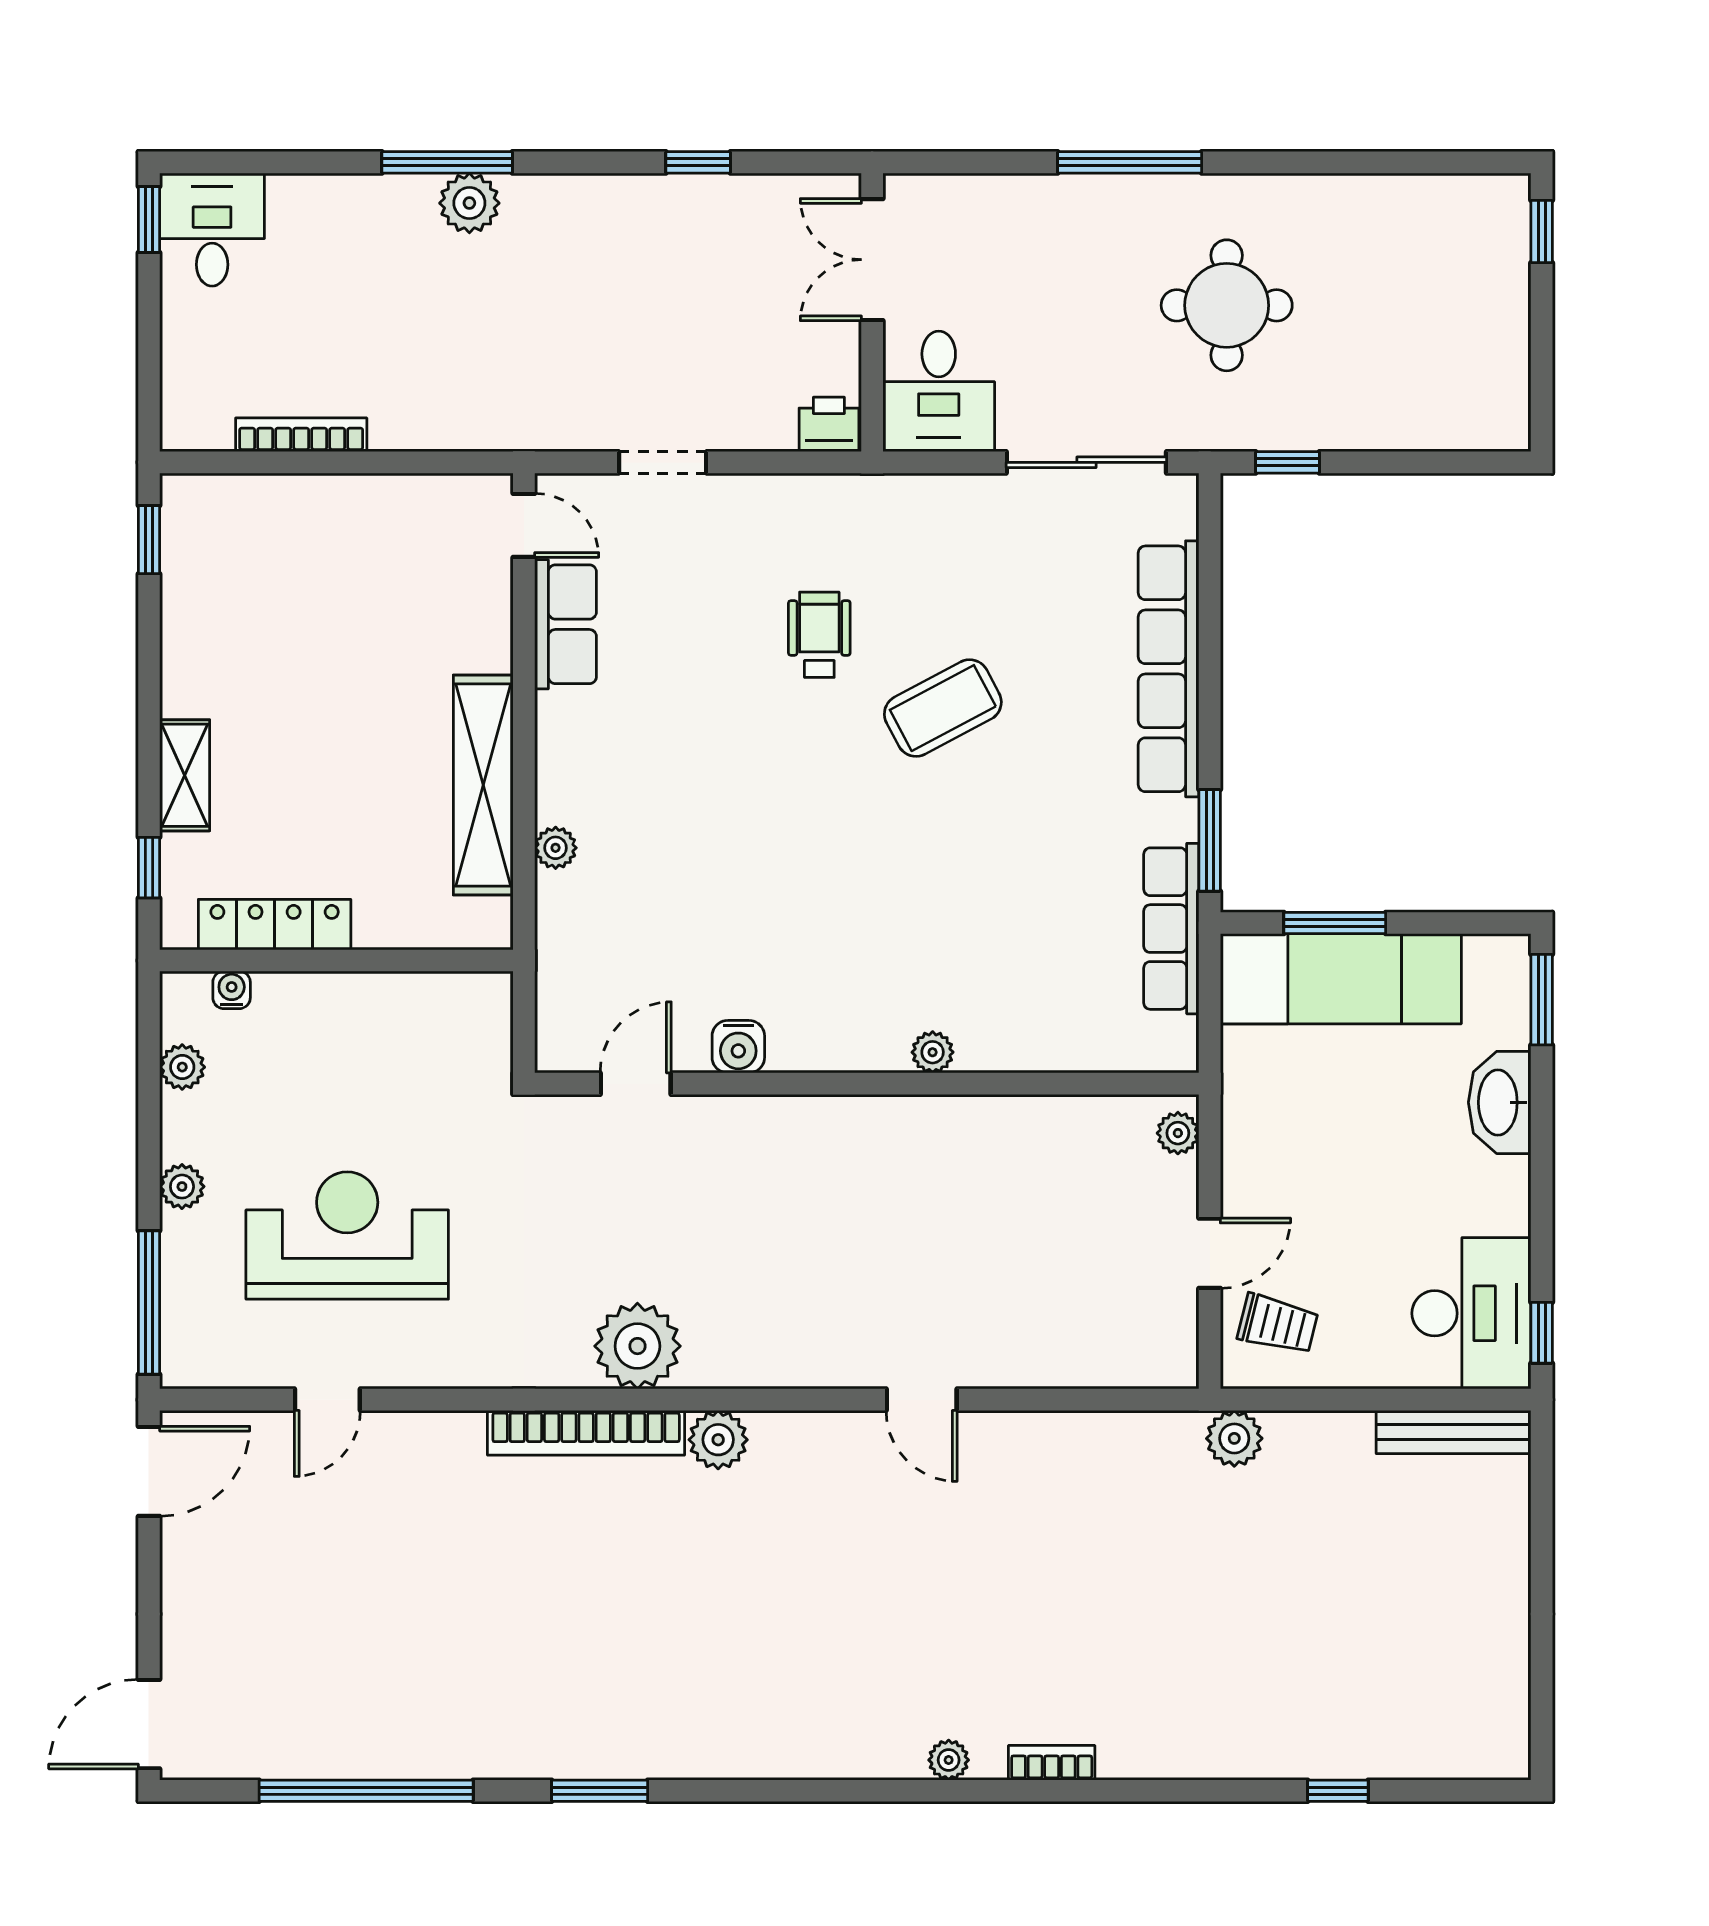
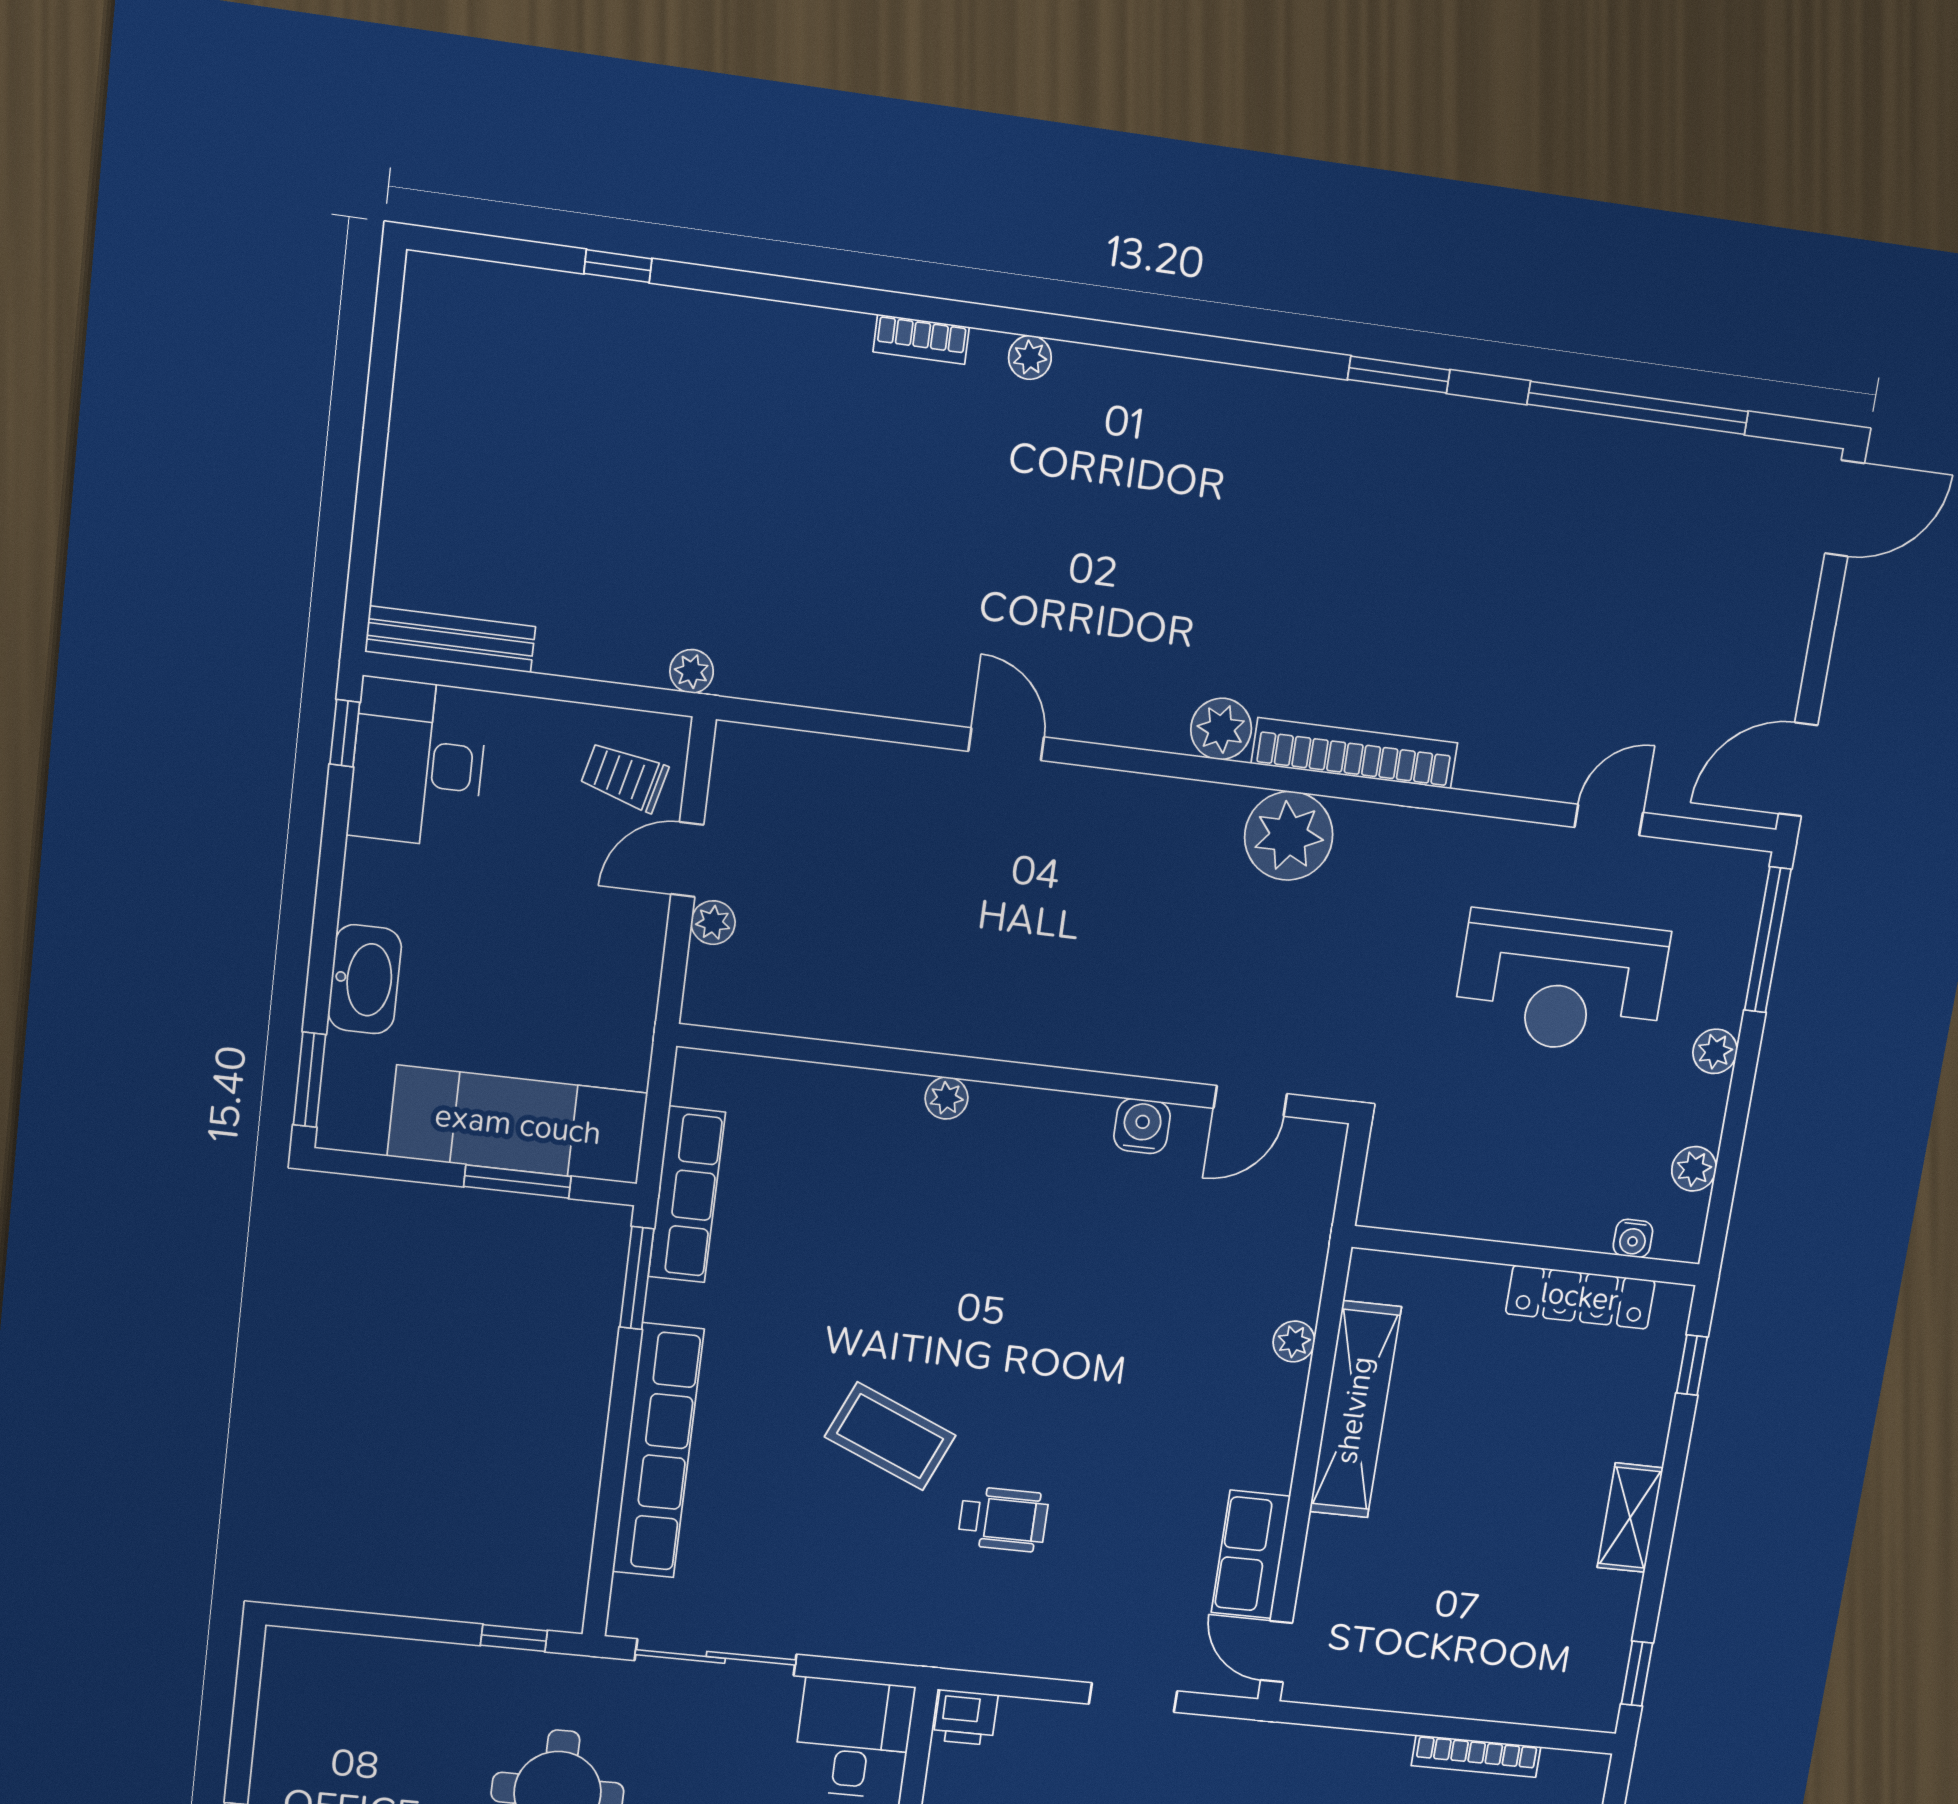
wheelchair: (819, 635) -> (1003, 1519), turned -90
coffee table: (943, 708) -> (890, 1436), turned 51
shelving: (185, 775) -> (1630, 1518), moved
plant: (1178, 1133) -> (713, 923), moved
plant: (1234, 1438) -> (692, 671), width x0.73, depth x0.73

